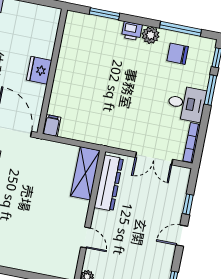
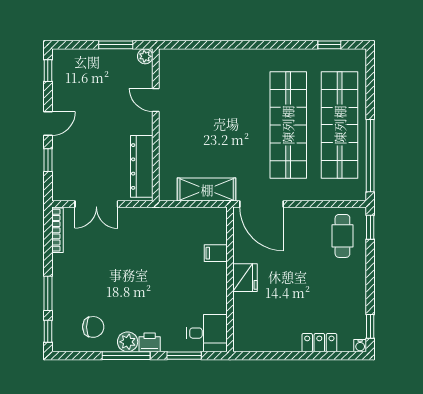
window: (181, 29) -> (126, 356), moved
desk: (186, 104) -> (207, 333), moved, turned 180
filing cabinet: (52, 125) -> (216, 253), moved, turned 90
double door: (154, 158) -> (96, 204), swing flipped
shelving: (85, 173) -> (207, 190), moved, turned 90

